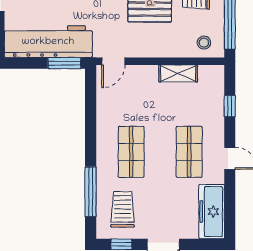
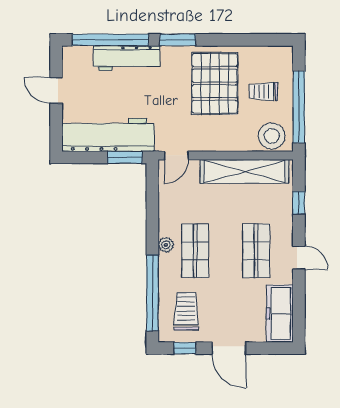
stool: (204, 43) -> (272, 136), width x1.89, depth x1.89
shelving: (178, 73) -> (244, 171), width x2.20, depth x1.33
plant: (103, 146) -> (166, 245), added
window: (91, 192) -> (152, 293), width x1.46

